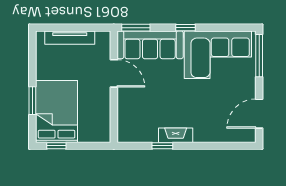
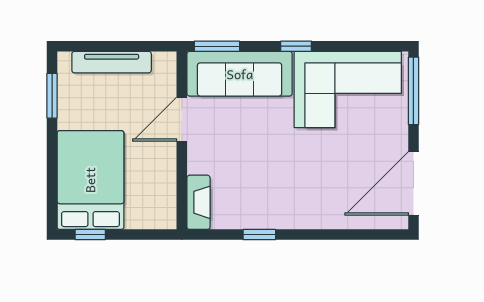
door: (114, 73) -> (182, 119), swing flipped
window: (32, 101) -> (52, 96), moved
door: (259, 114) -> (413, 183), width x1.36
fireplace: (176, 135) -> (199, 202), moved, turned 90

